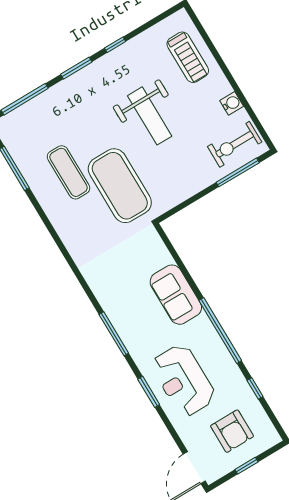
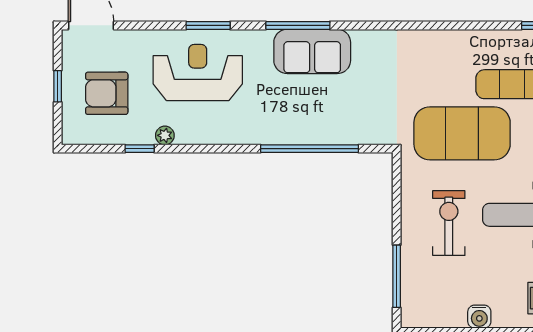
exercise bike: (235, 144) -> (449, 223), moved
sofa: (176, 295) -> (312, 51), moved, turned 180
window: (220, 330) -> (310, 149), moved
plant: (237, 377) -> (165, 135), added

